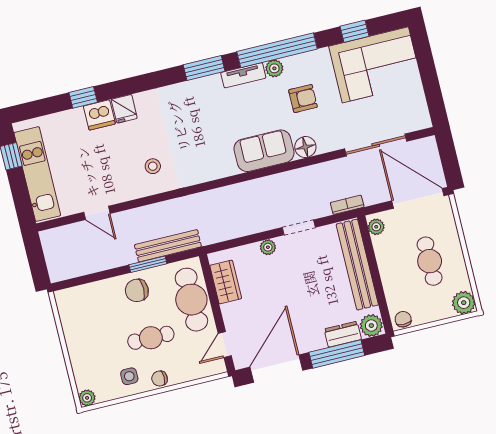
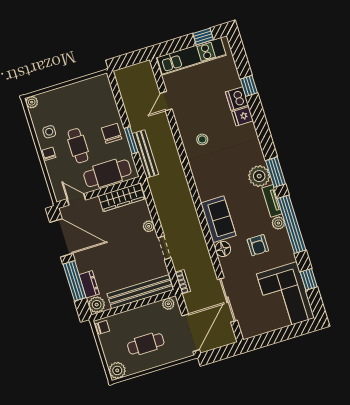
plant: (208, 91) -> (259, 176), added
wardrobe: (226, 282) -> (122, 197), width x1.50

